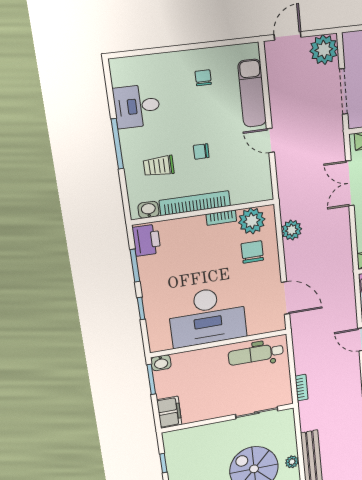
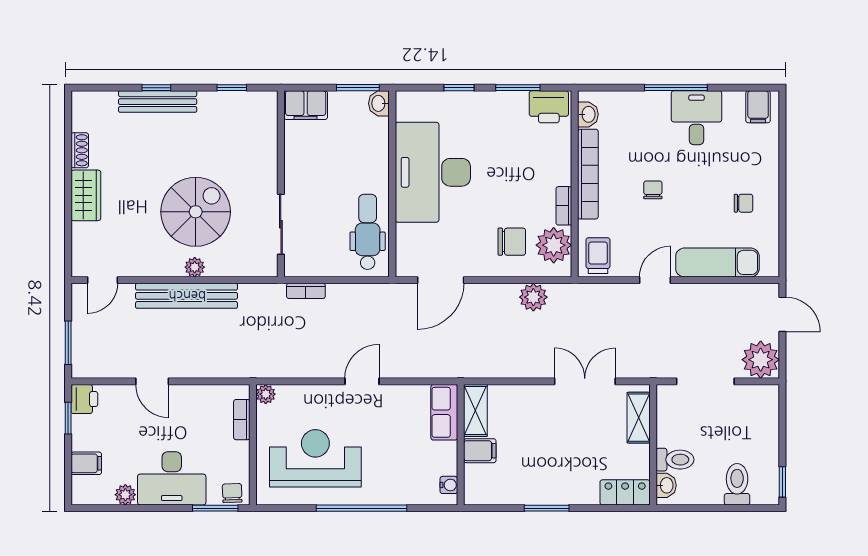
filing cabinet: (124, 75) -> (758, 107), added
desk: (137, 106) -> (697, 118), moved
trolley: (159, 166) -> (598, 256), moved

